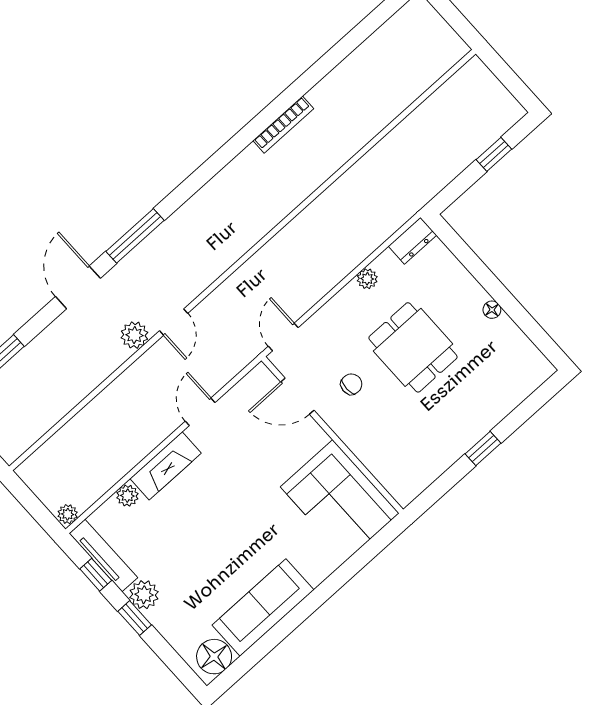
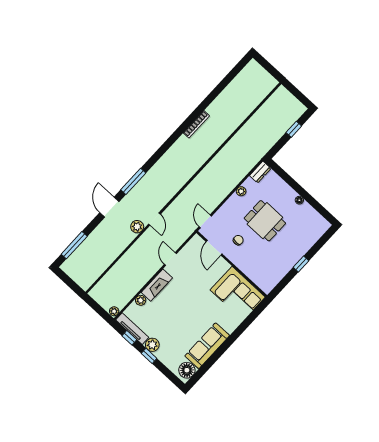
door: (297, 396) -> (214, 248), hinge flipped

